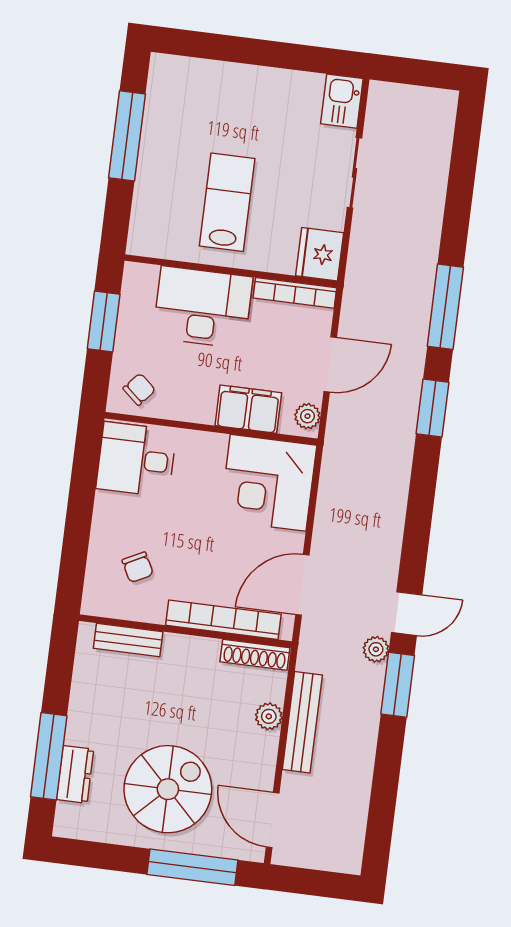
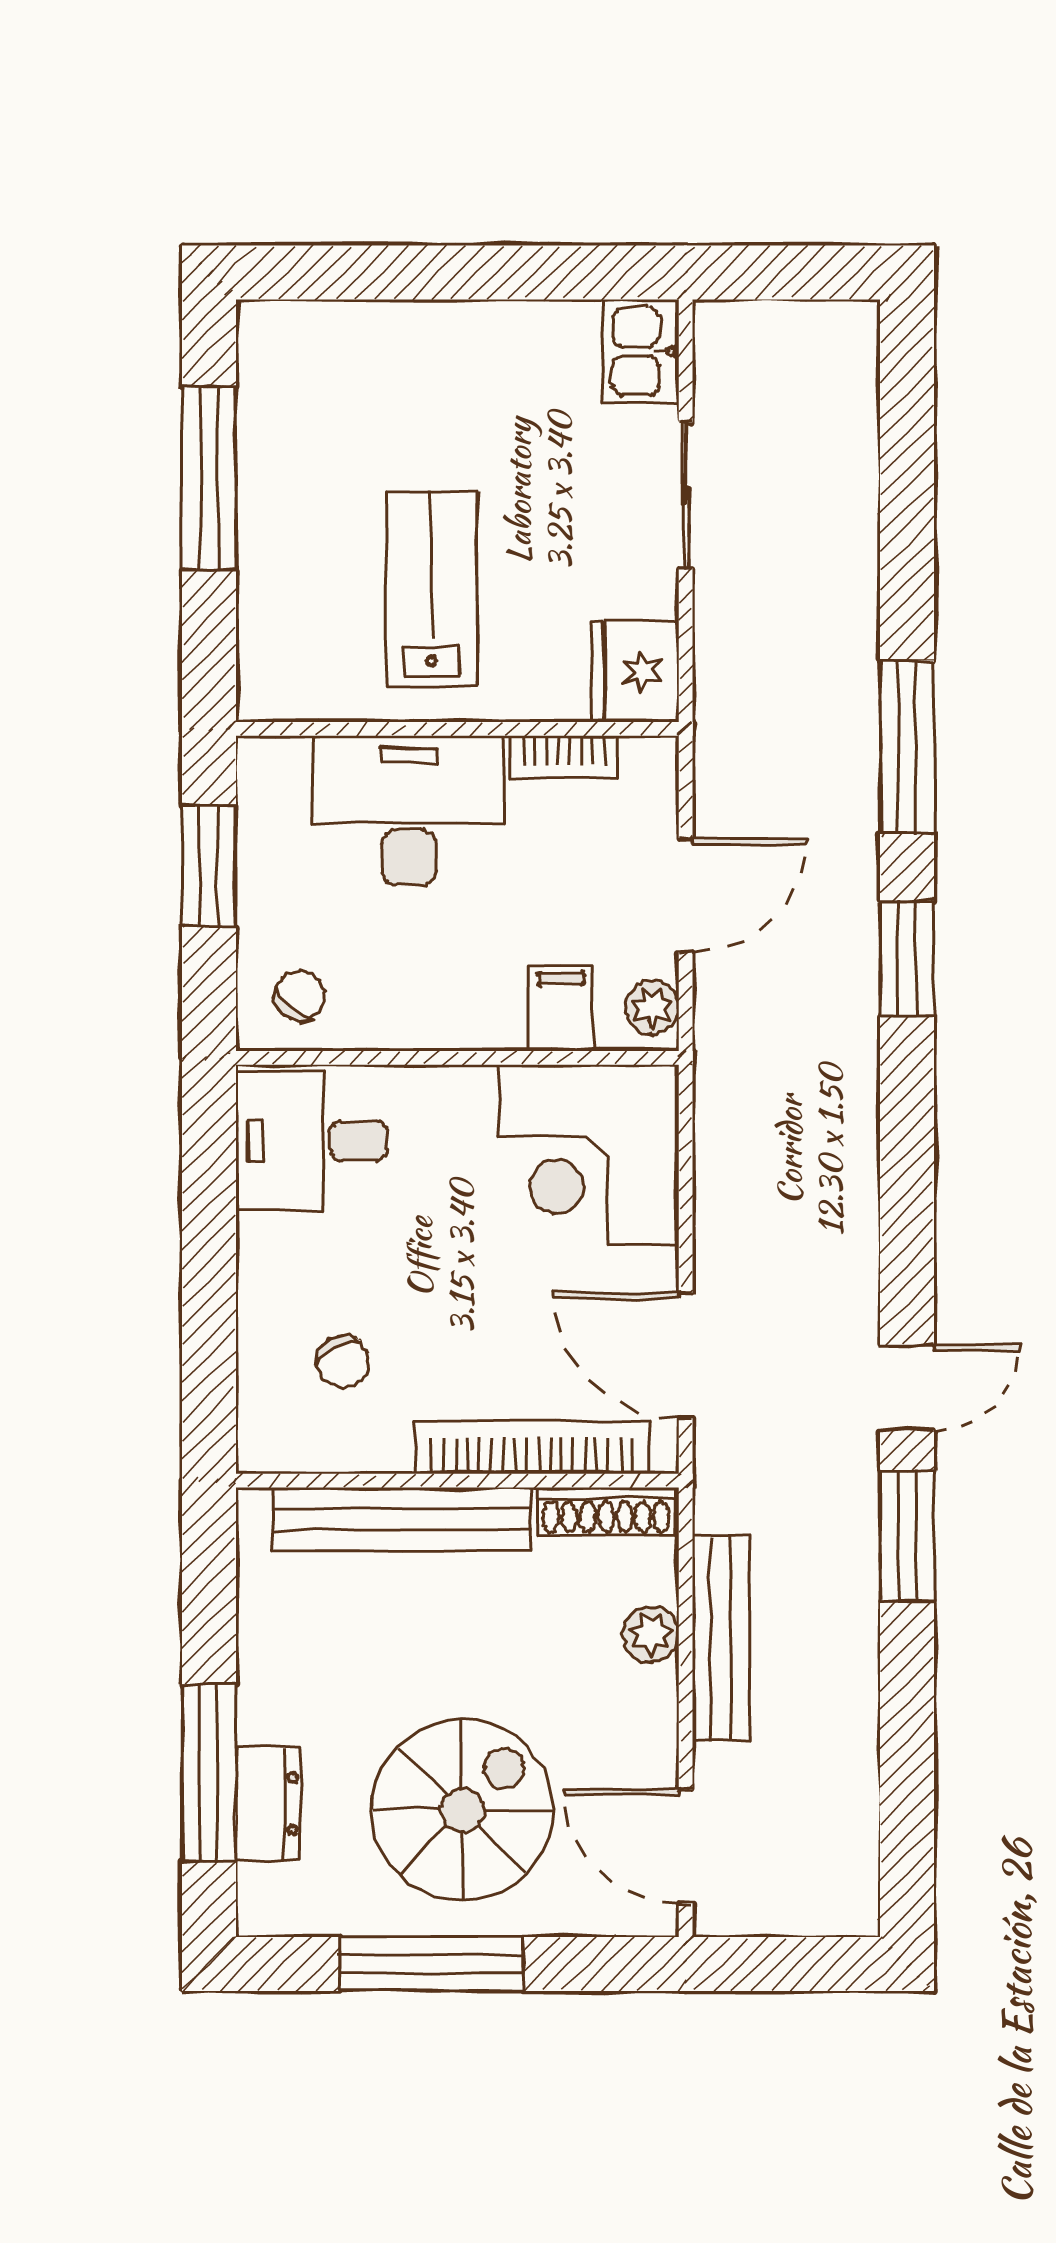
bookcase: (295, 293) -> (564, 757), width x0.64
filing cabinet: (248, 409) -> (561, 1008), width x0.50
door: (302, 585) -> (686, 1355), hinge flipped
bench: (128, 640) -> (402, 1520), width x1.86, depth x1.21
plant: (376, 649) -> (853, 1469), removed
window: (192, 867) -> (432, 1964), moved

